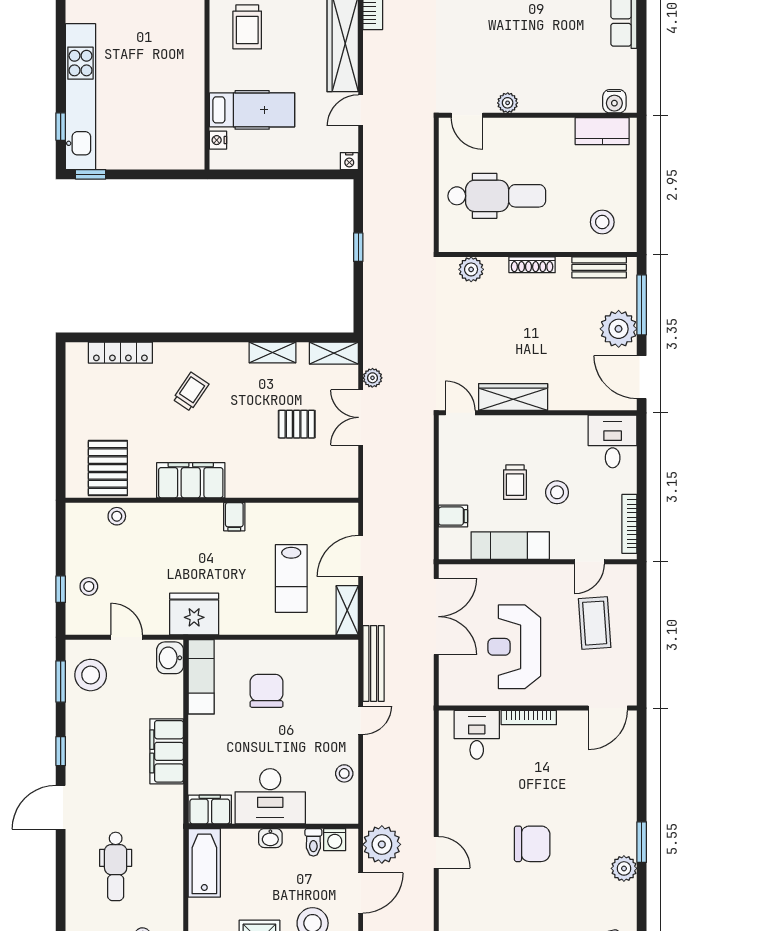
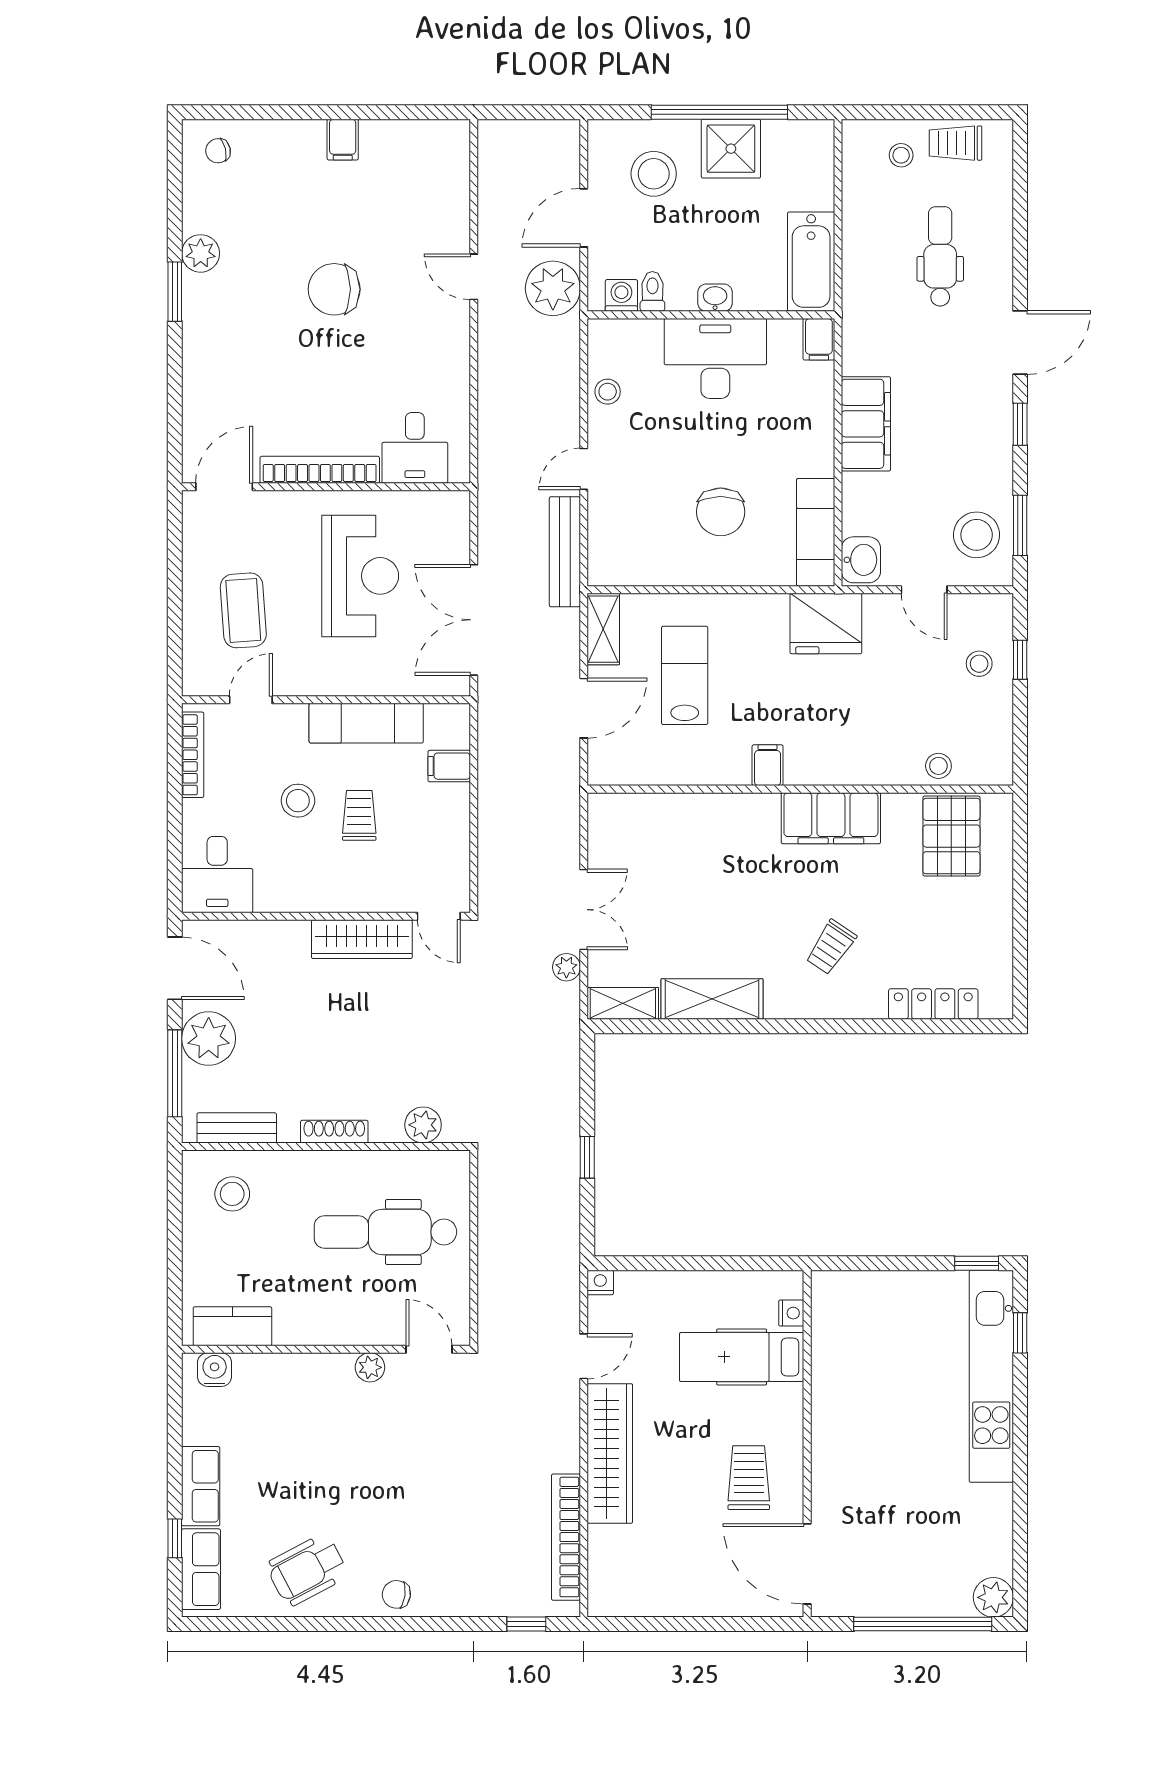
shelving: (272, 352) -> (712, 999), width x1.50, depth x1.33
pallet: (297, 424) -> (677, 900), removed
bookcase: (529, 718) -> (320, 470), width x1.48, depth x1.31
filing cabinet: (210, 809) -> (819, 339), width x0.50

